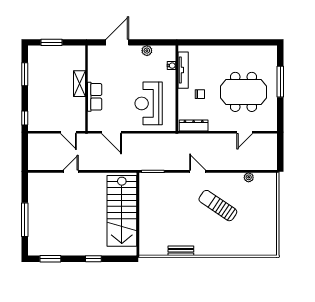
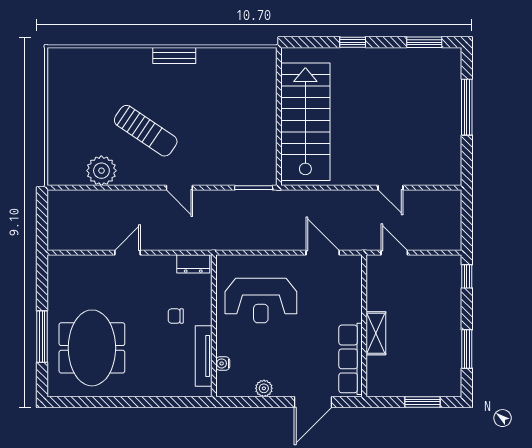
meeting table: (243, 92) -> (92, 348), moved, turned 90
row of seats: (95, 97) -> (351, 359), moved, width x1.48
reception desk: (149, 103) -> (261, 301), turned 90
dresser: (194, 125) -> (193, 264), width x0.70
door: (245, 132) -> (127, 253), moved
door: (71, 171) -> (391, 188), hinge flipped
plant: (249, 177) -> (101, 171), width x1.88, depth x1.88
bench: (181, 251) -> (174, 55), moved

